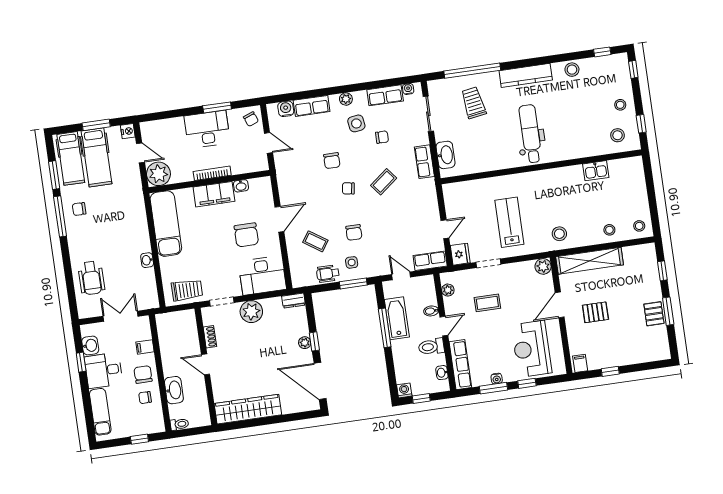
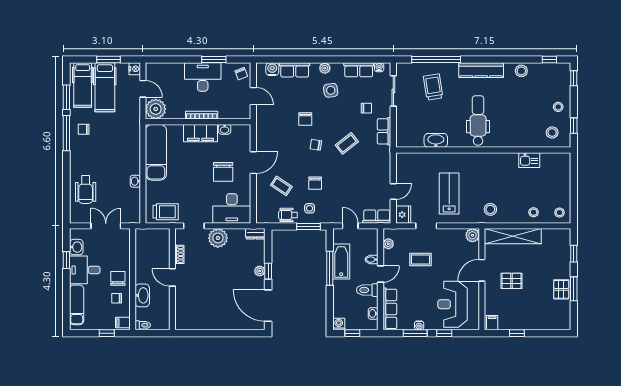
chair: (382, 137) -> (366, 108), moved
washbasin: (446, 155) -> (436, 140), moved, turned -90
filing cabinet: (145, 347) -> (123, 323), moved
wardrobe: (248, 409) -> (203, 321), removed

